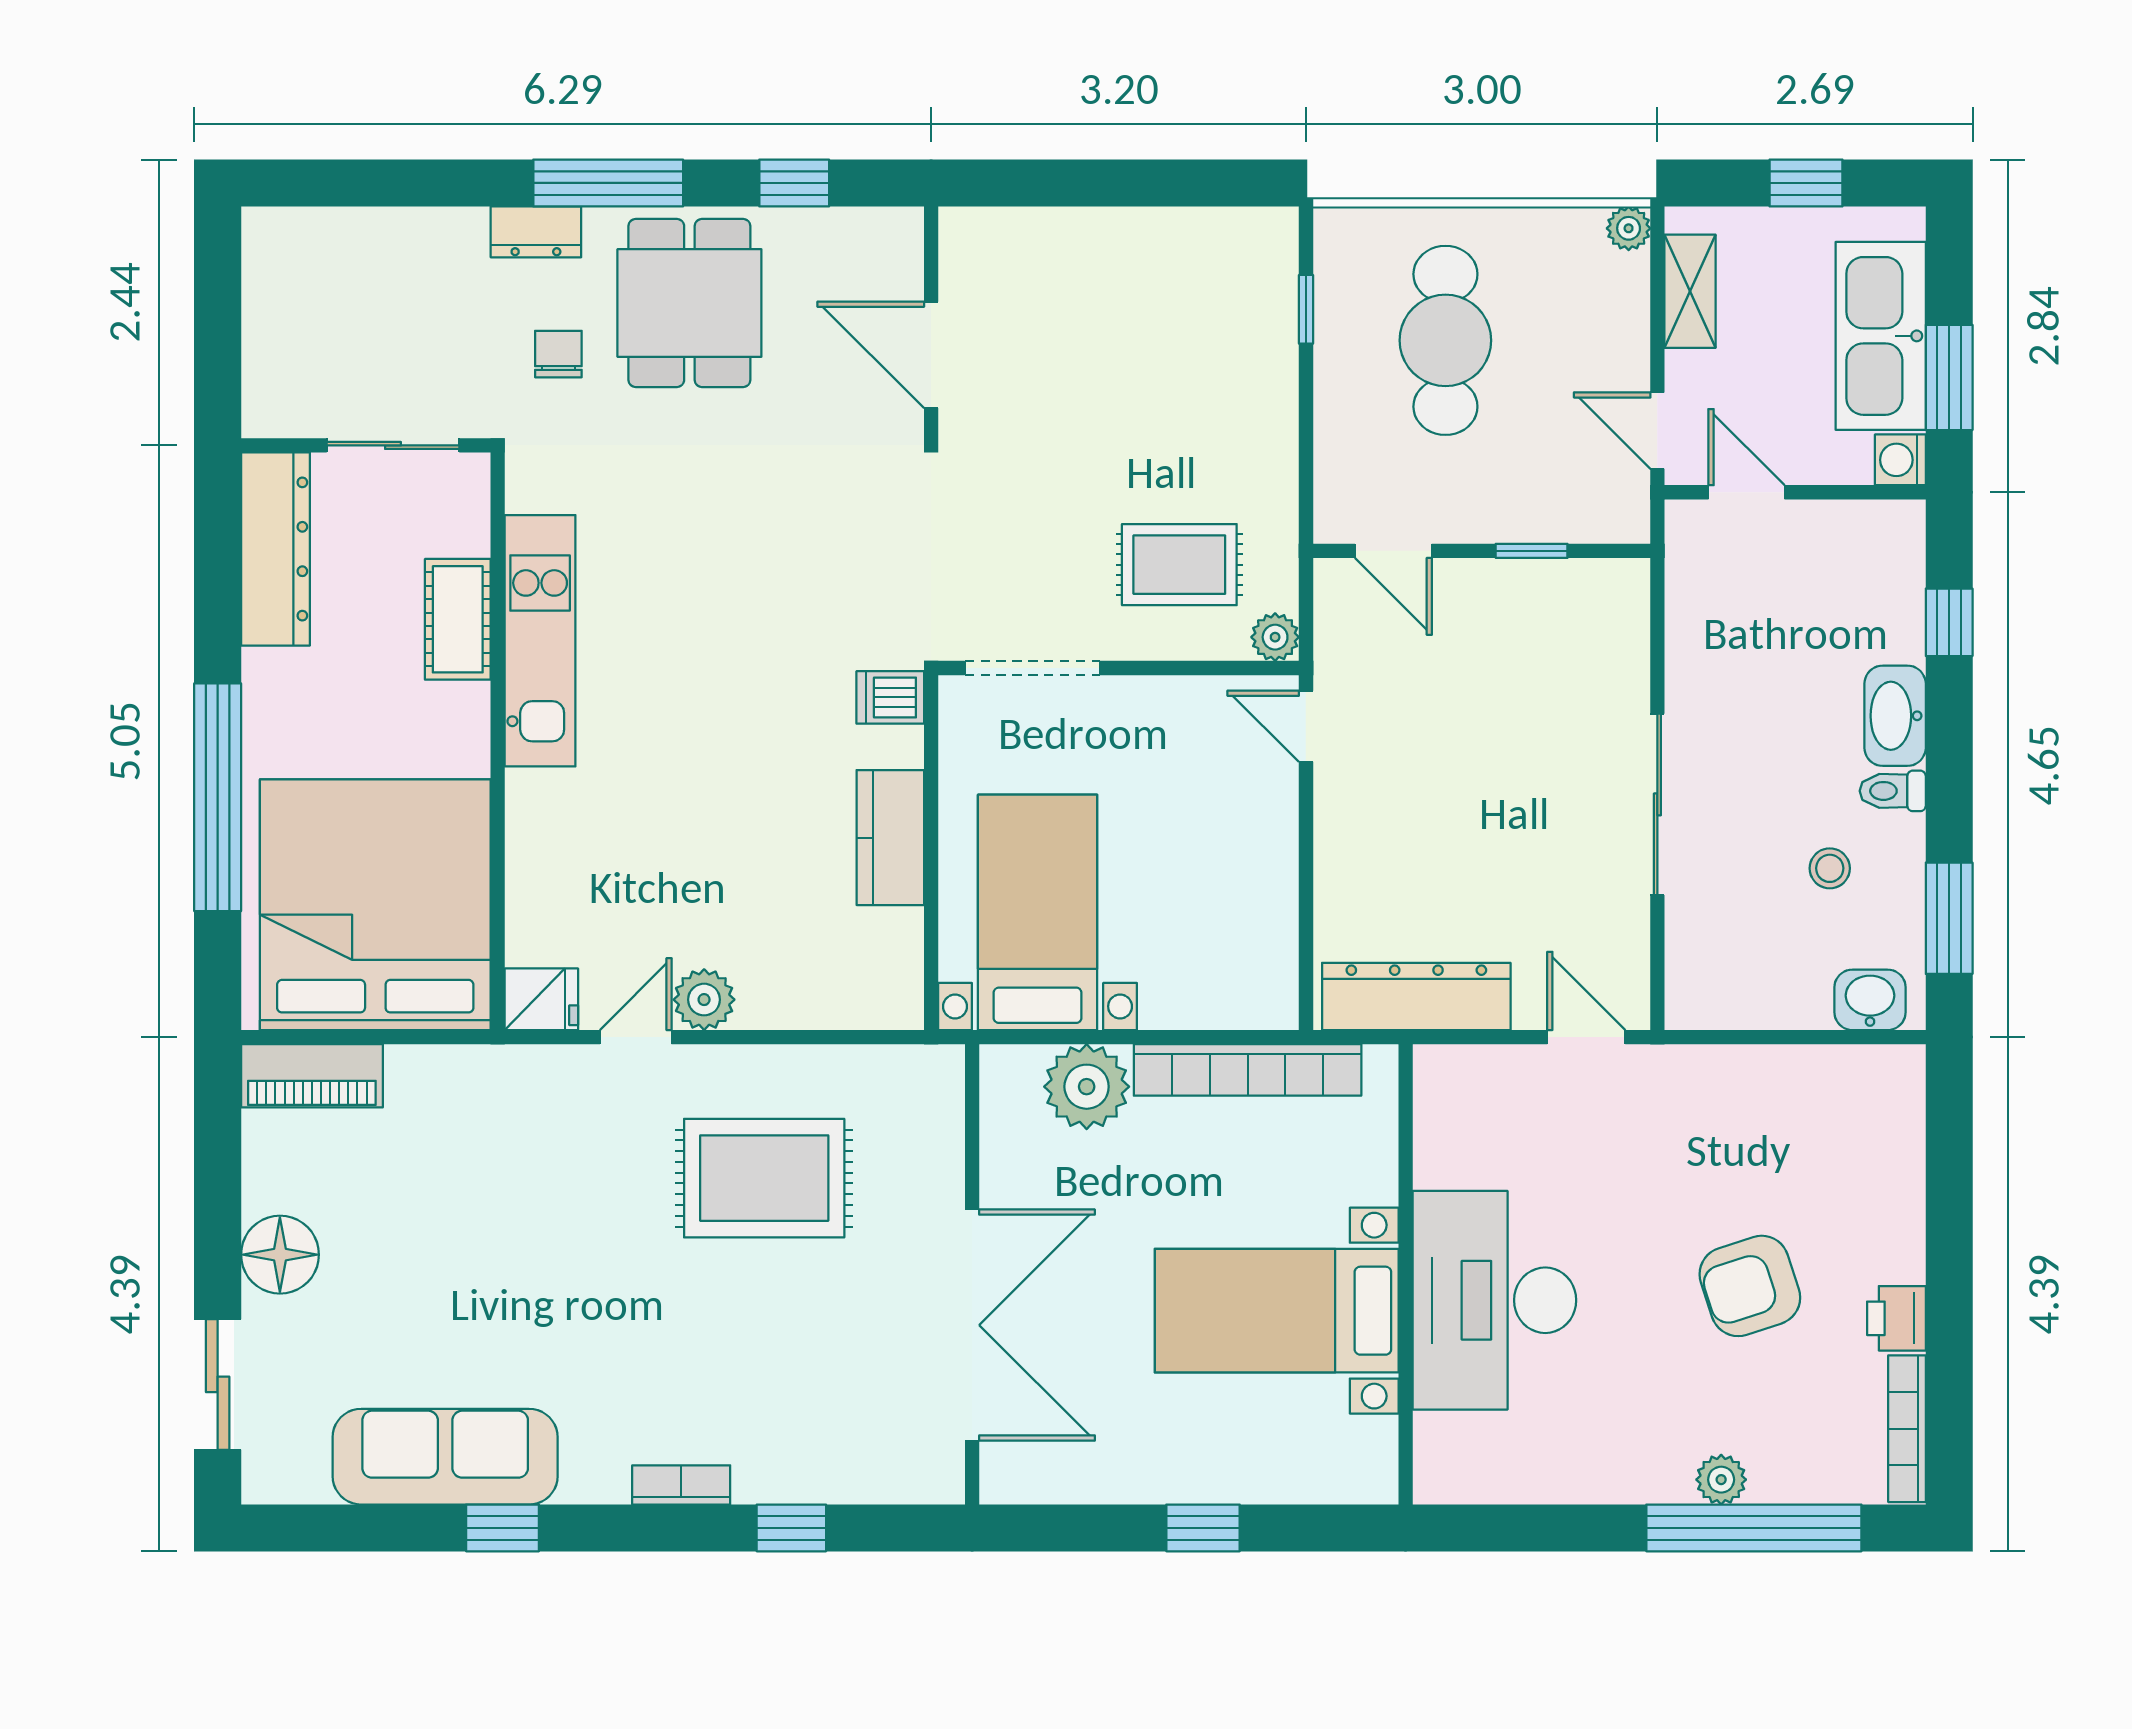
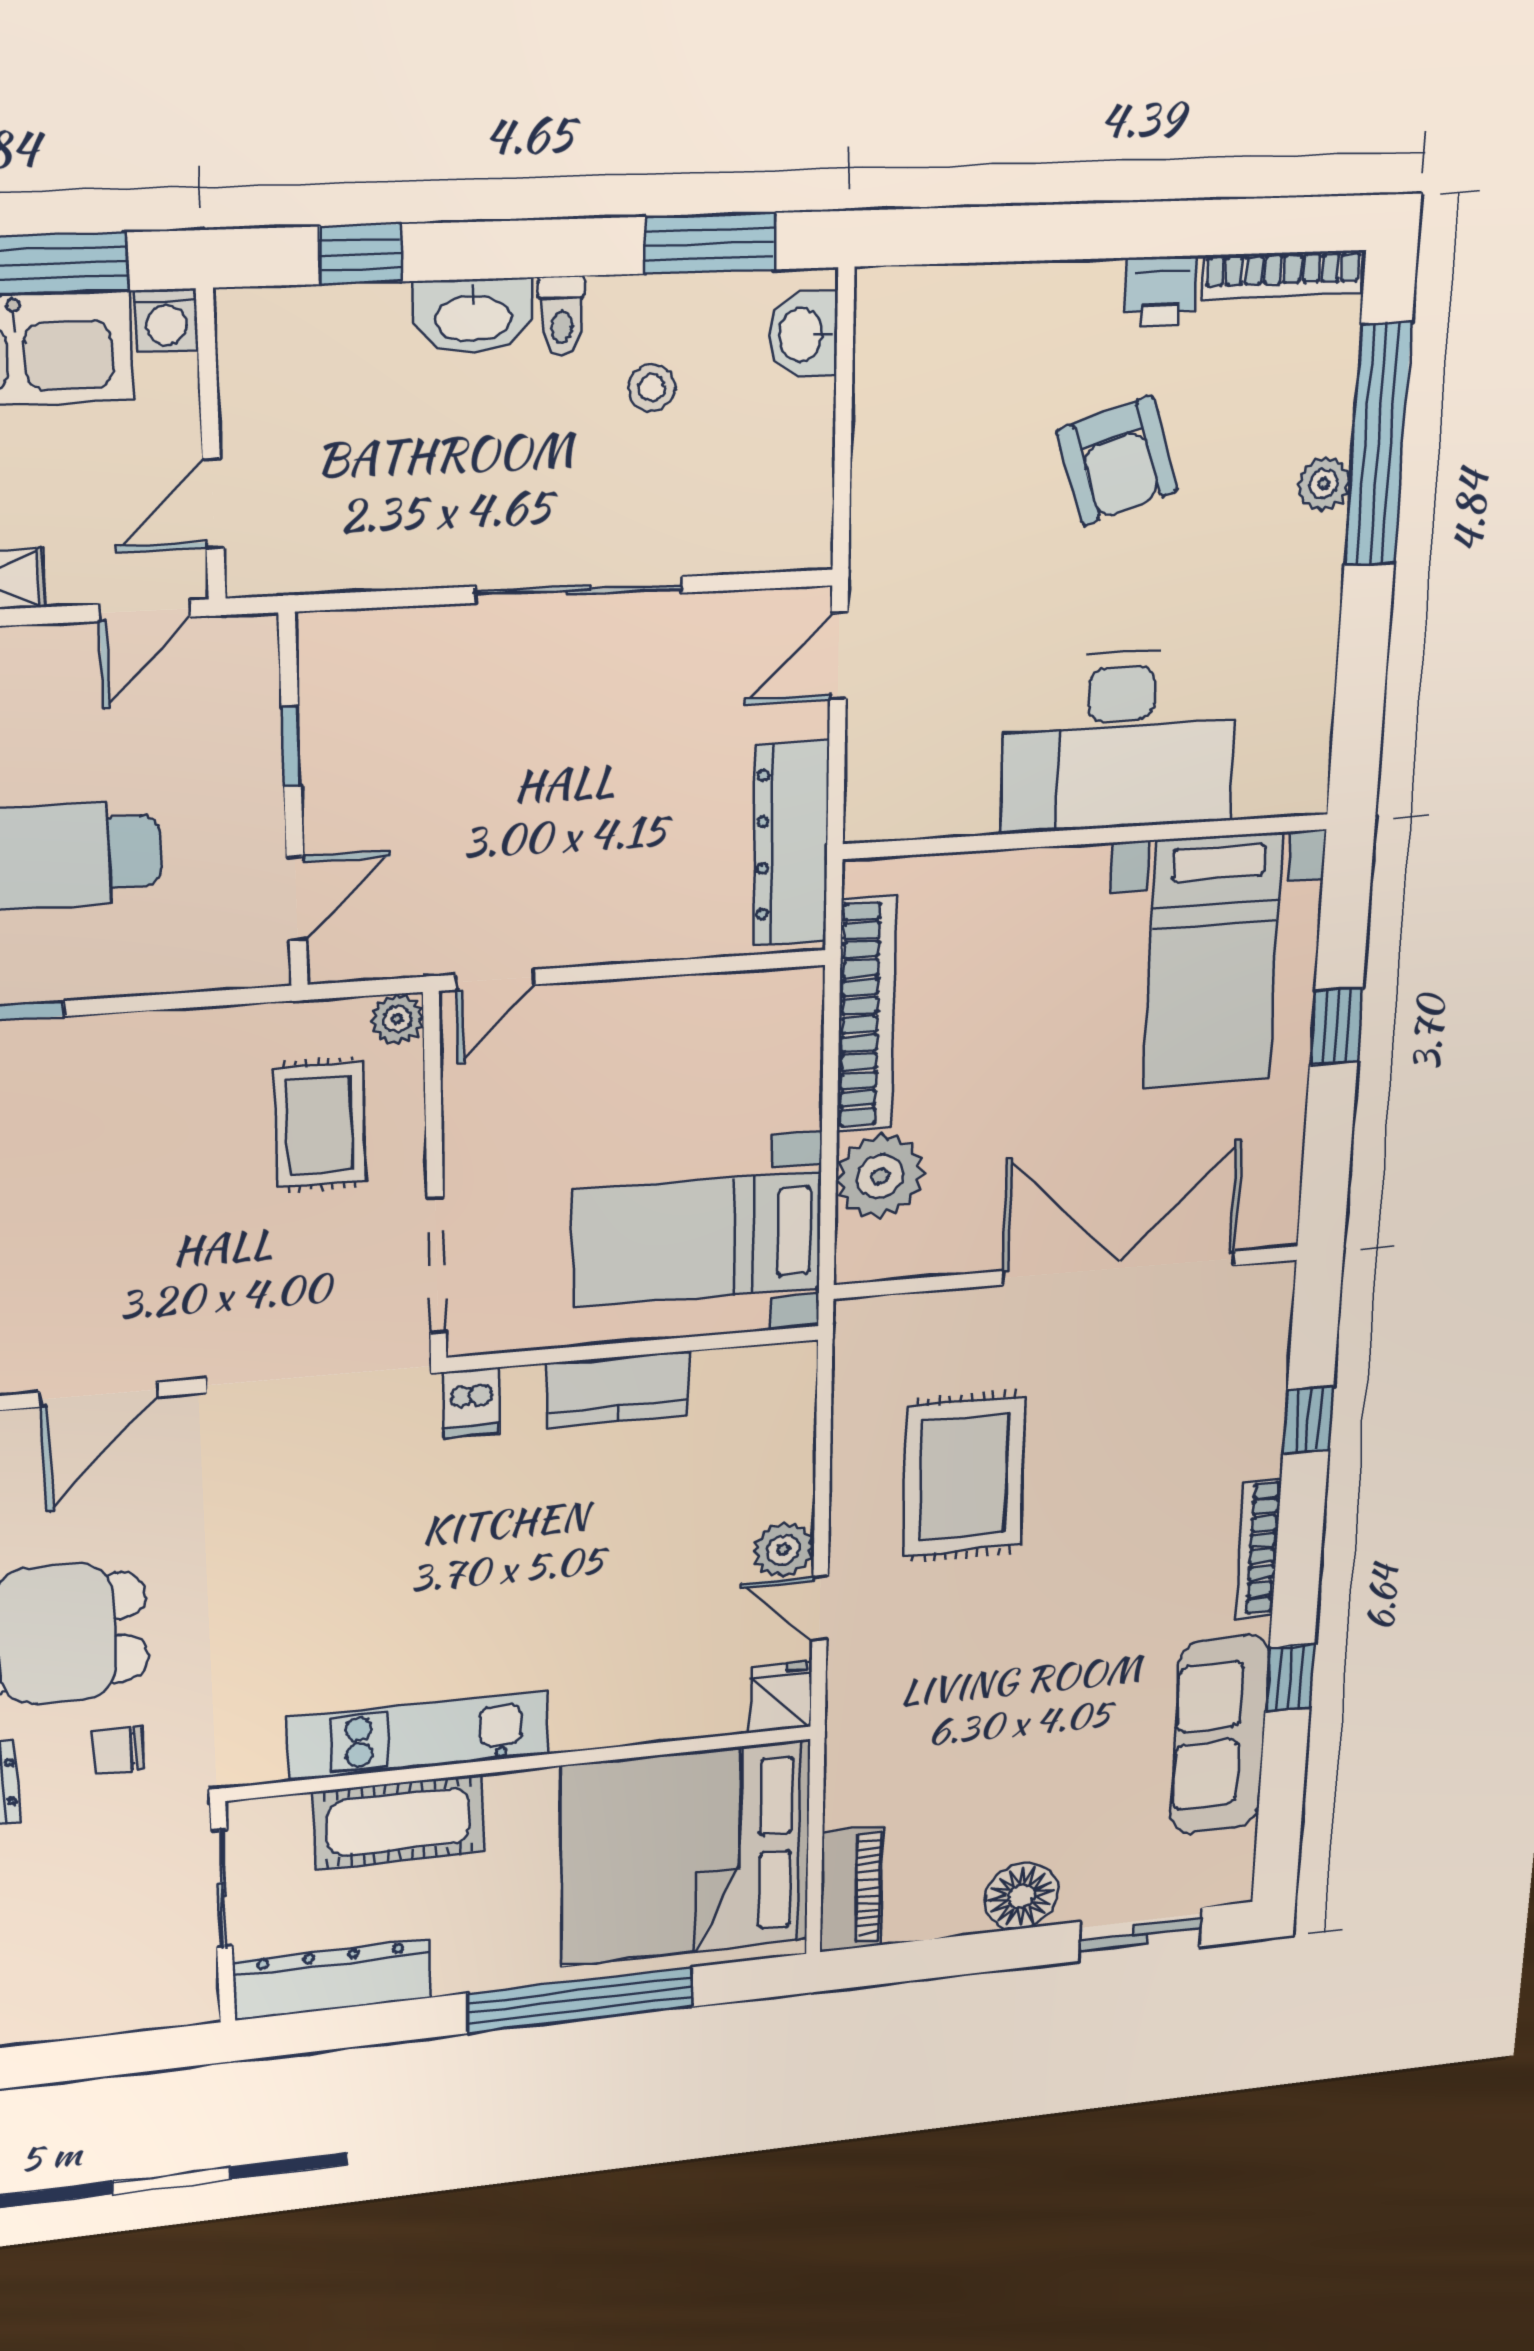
cot: (458, 619) -> (399, 1822), width x1.37, depth x1.34
bed with nightstands: (1277, 1311) -> (1213, 961), moved
bookcase: (681, 1485) -> (1258, 1549), width x1.56

